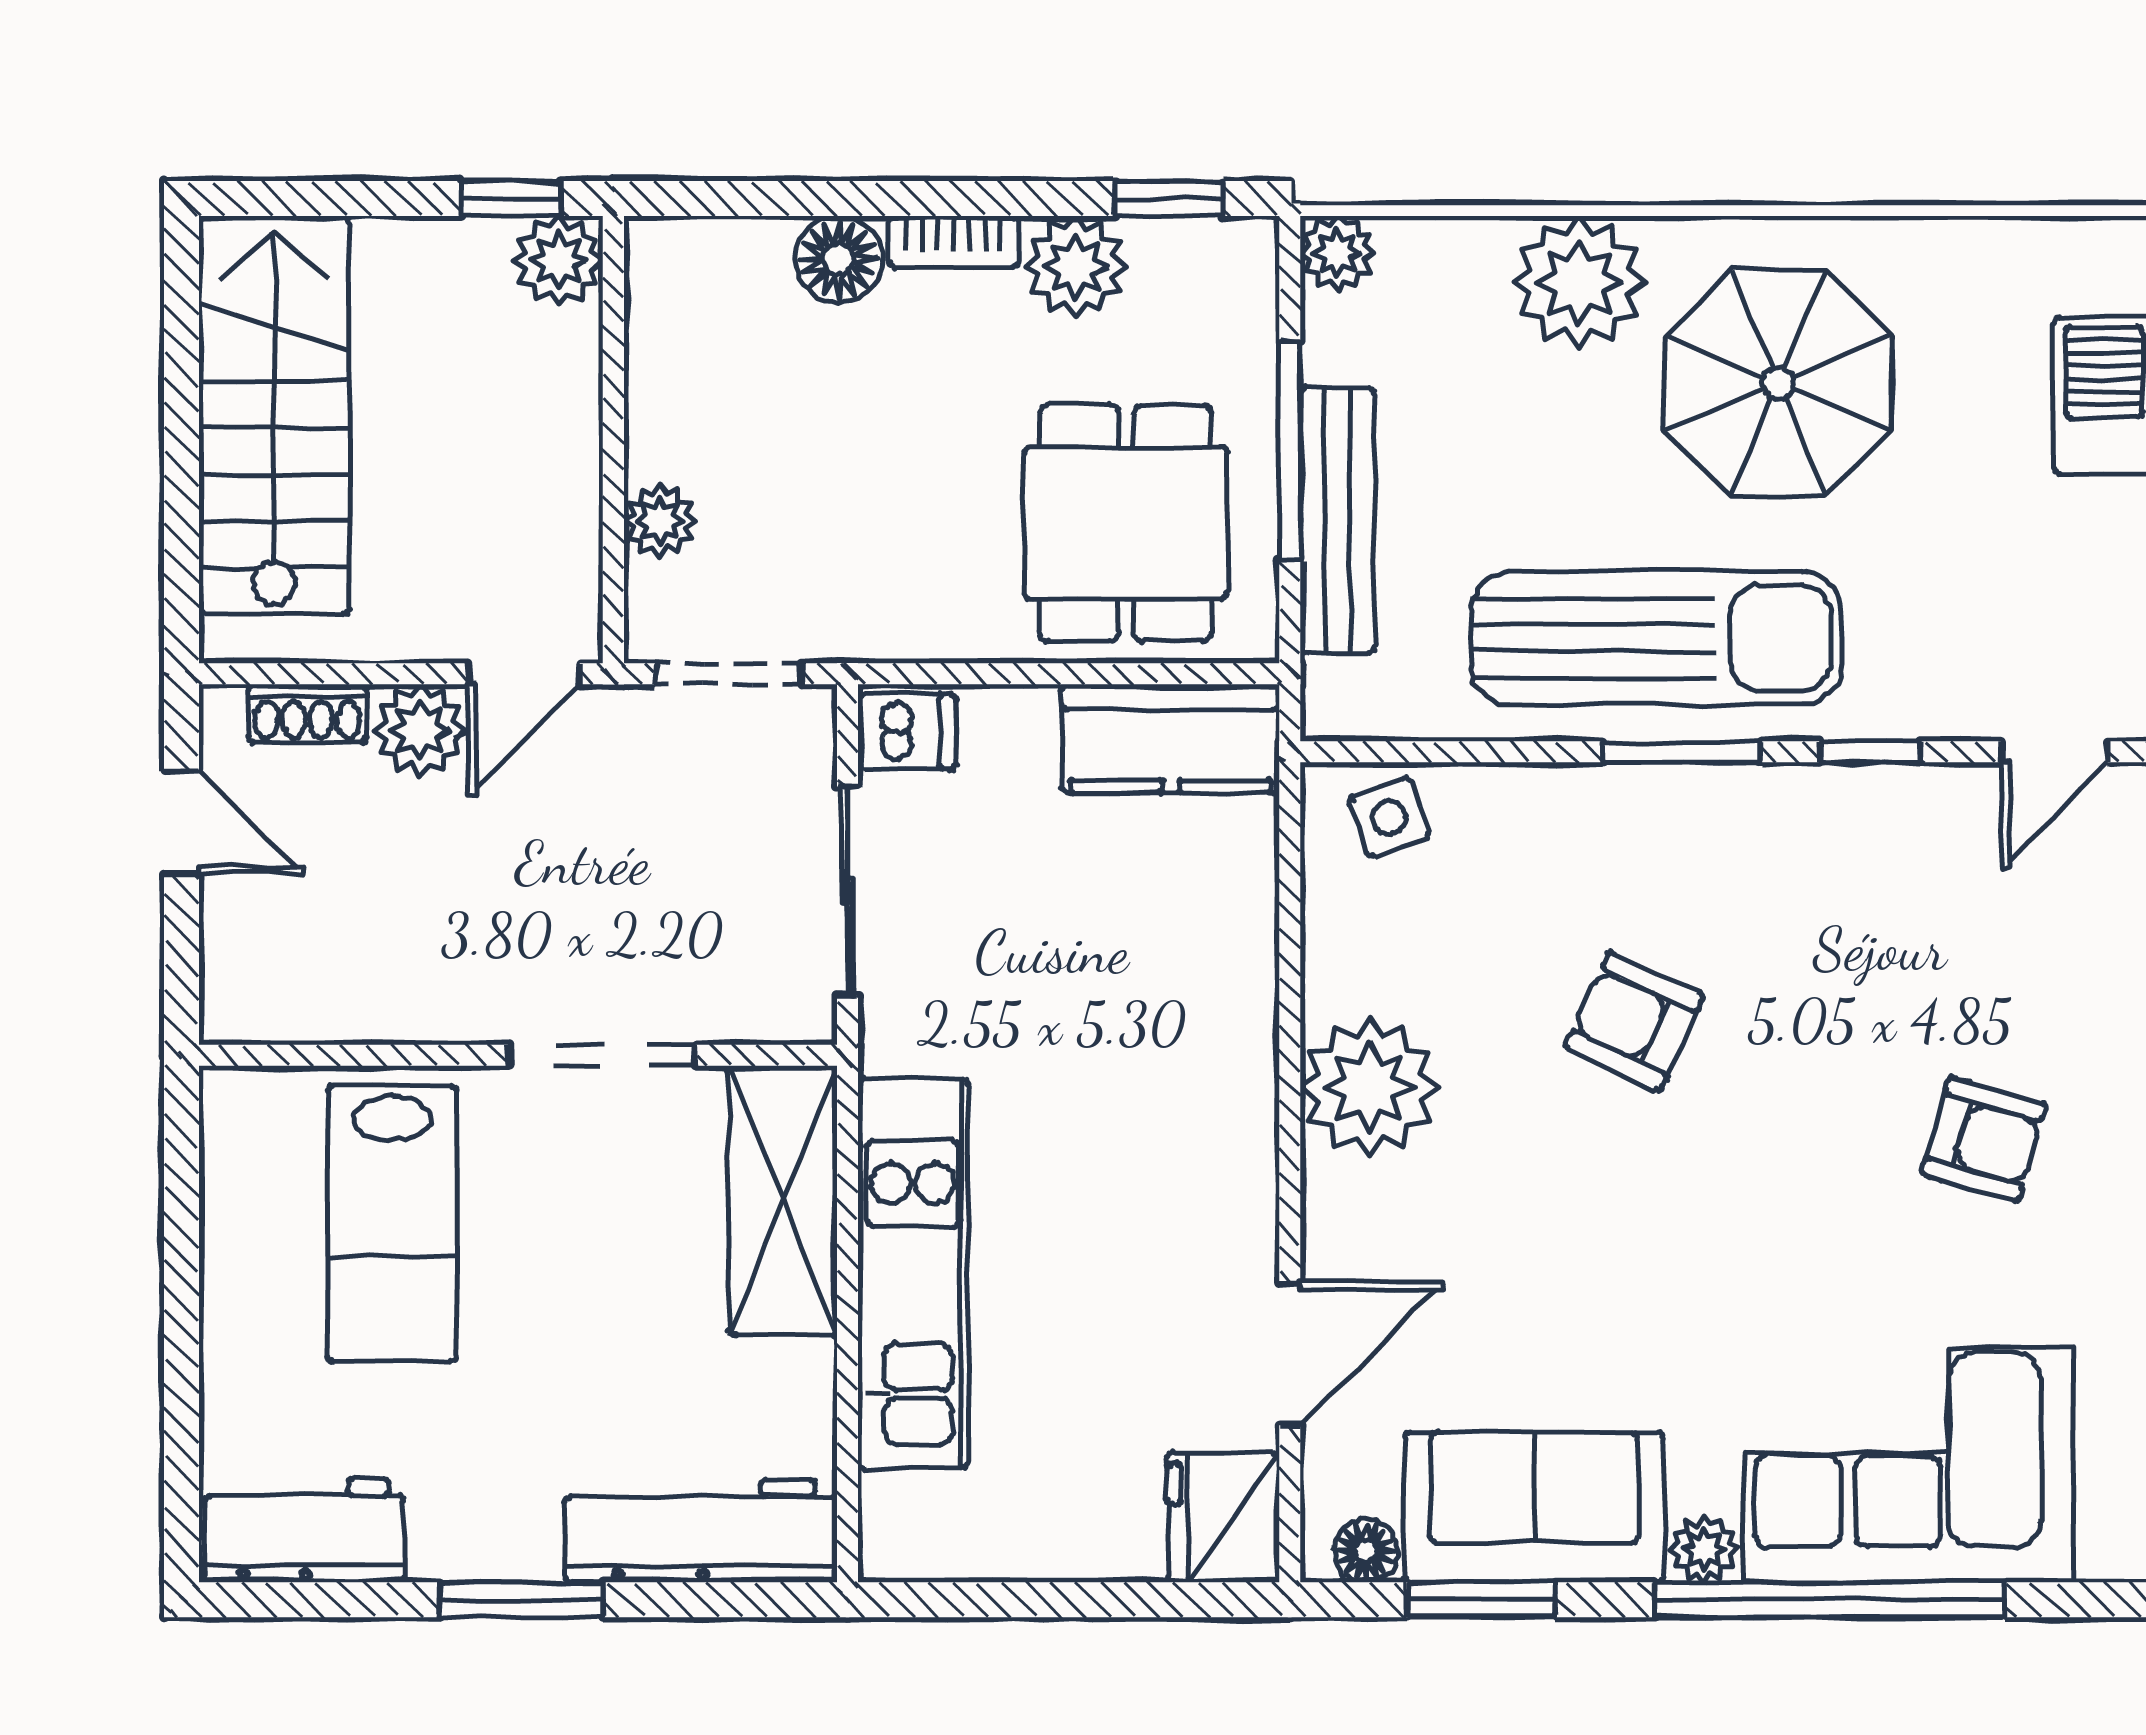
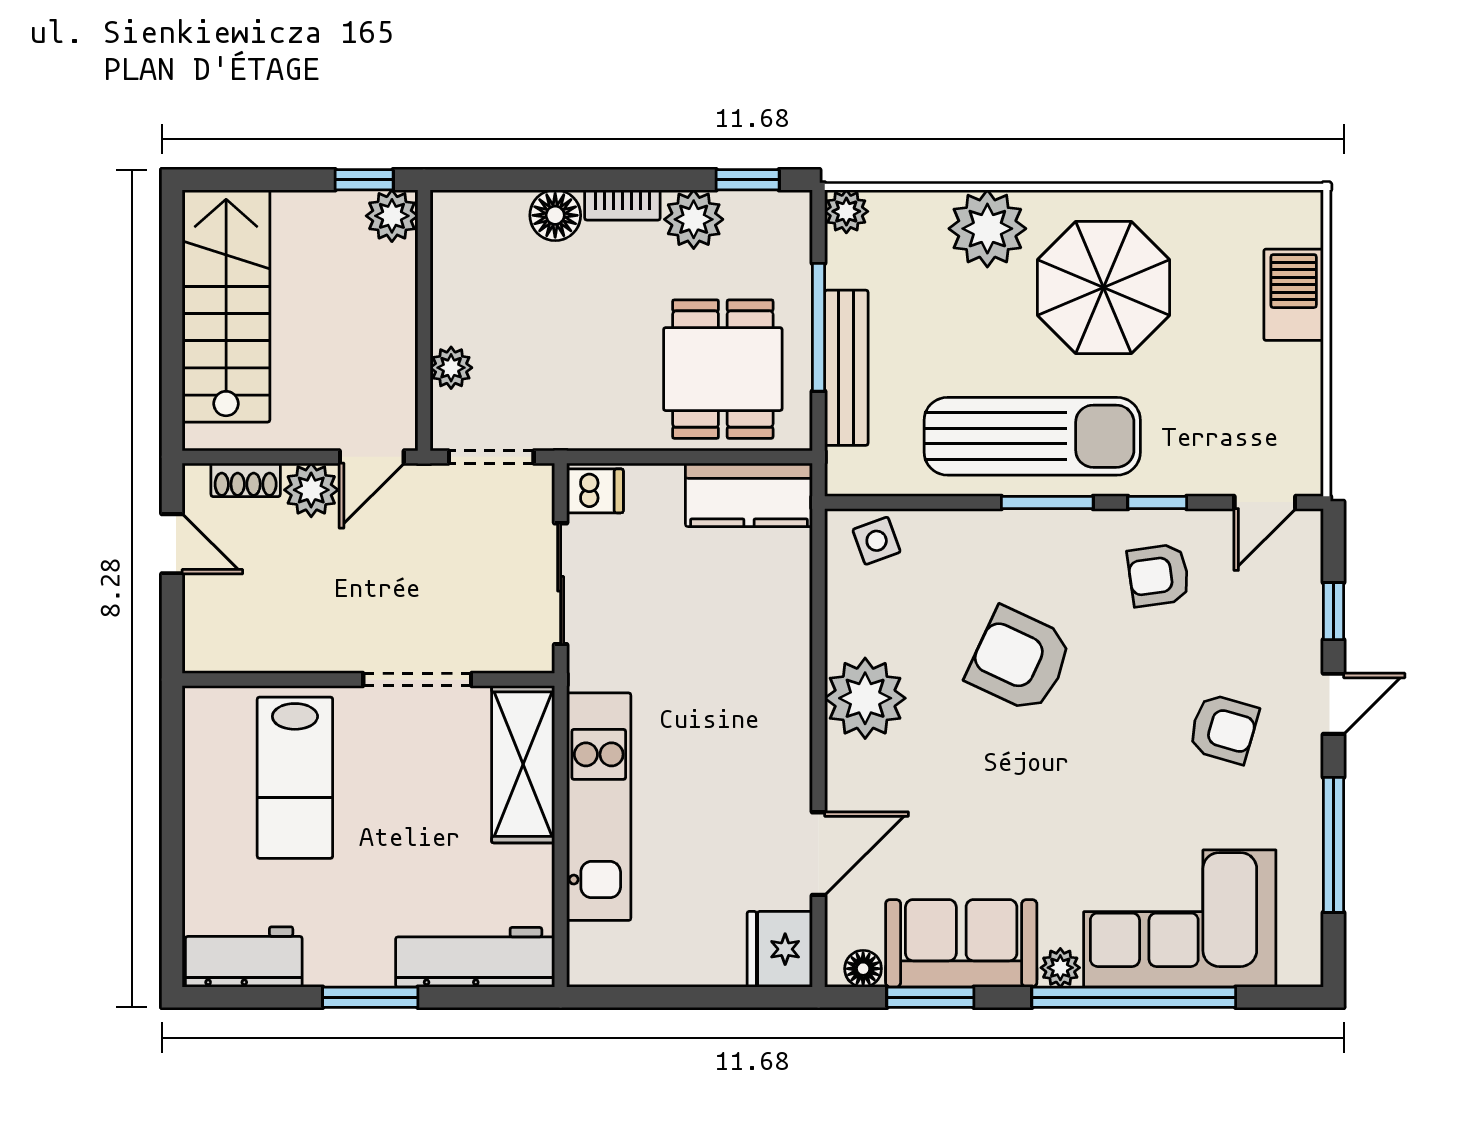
armchair: (1872, 877) -> (1159, 575), added
armchair: (1634, 1021) -> (1020, 660), width x1.38, depth x1.38

